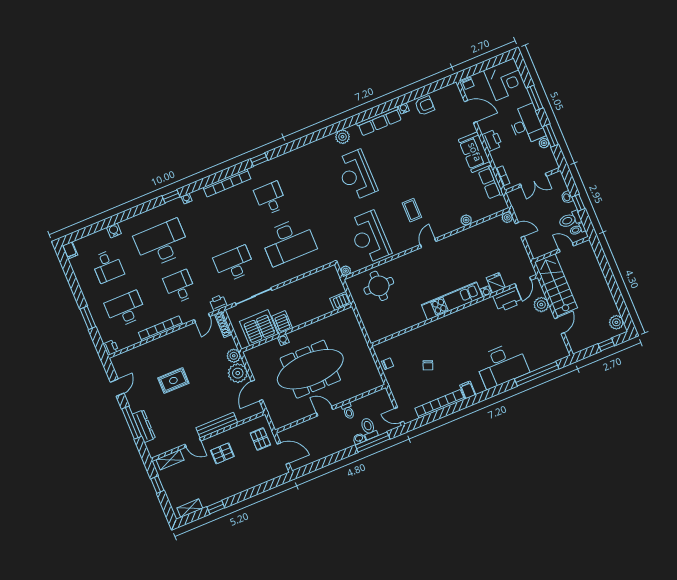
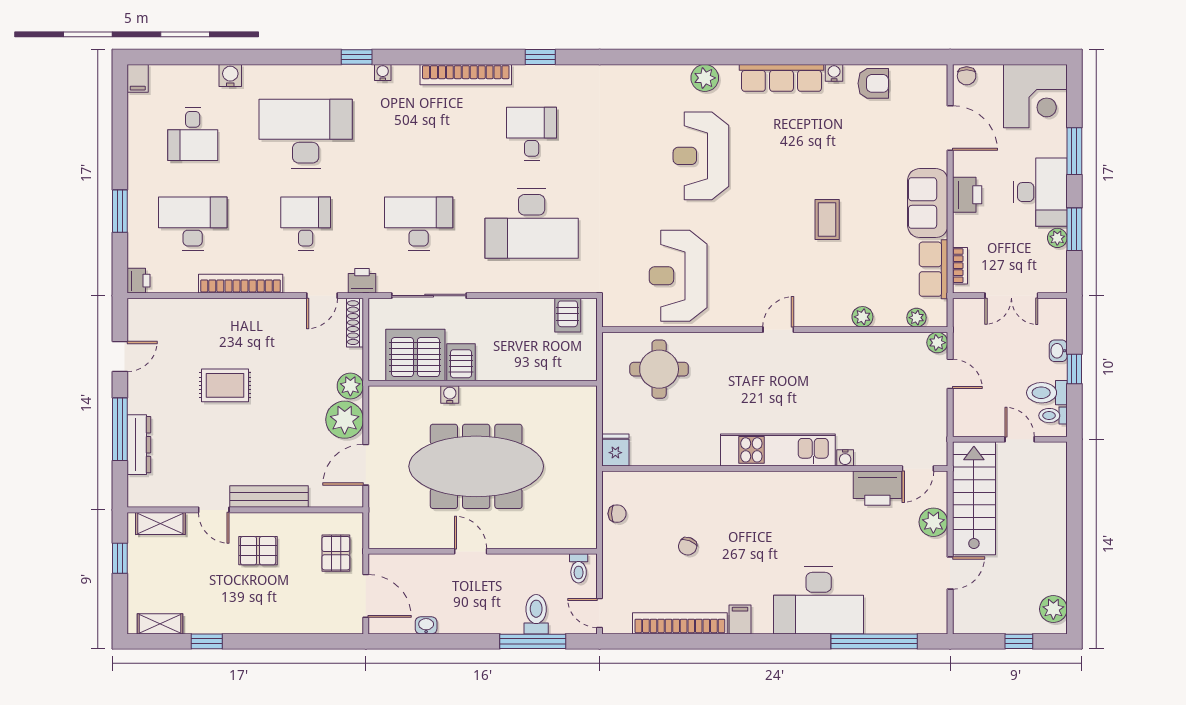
coffee table: (412, 210) -> (827, 219), moved
plant: (346, 271) -> (916, 318), moved
fridge: (496, 283) -> (615, 450), moved
server rack: (341, 301) -> (568, 315), moved, turned -90
toilet: (348, 411) -> (579, 568), moved
washbasin: (359, 439) -> (426, 625), moved

